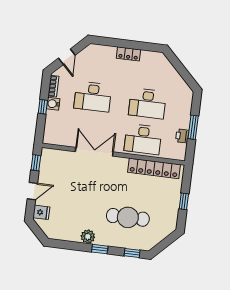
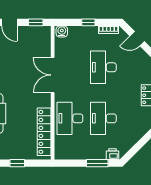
water cooler: (53, 104) -> (62, 31), moved
window: (193, 127) -> (97, 163), moved
printer: (182, 136) -> (112, 154), moved
double door: (94, 152) -> (53, 75), swing flipped

